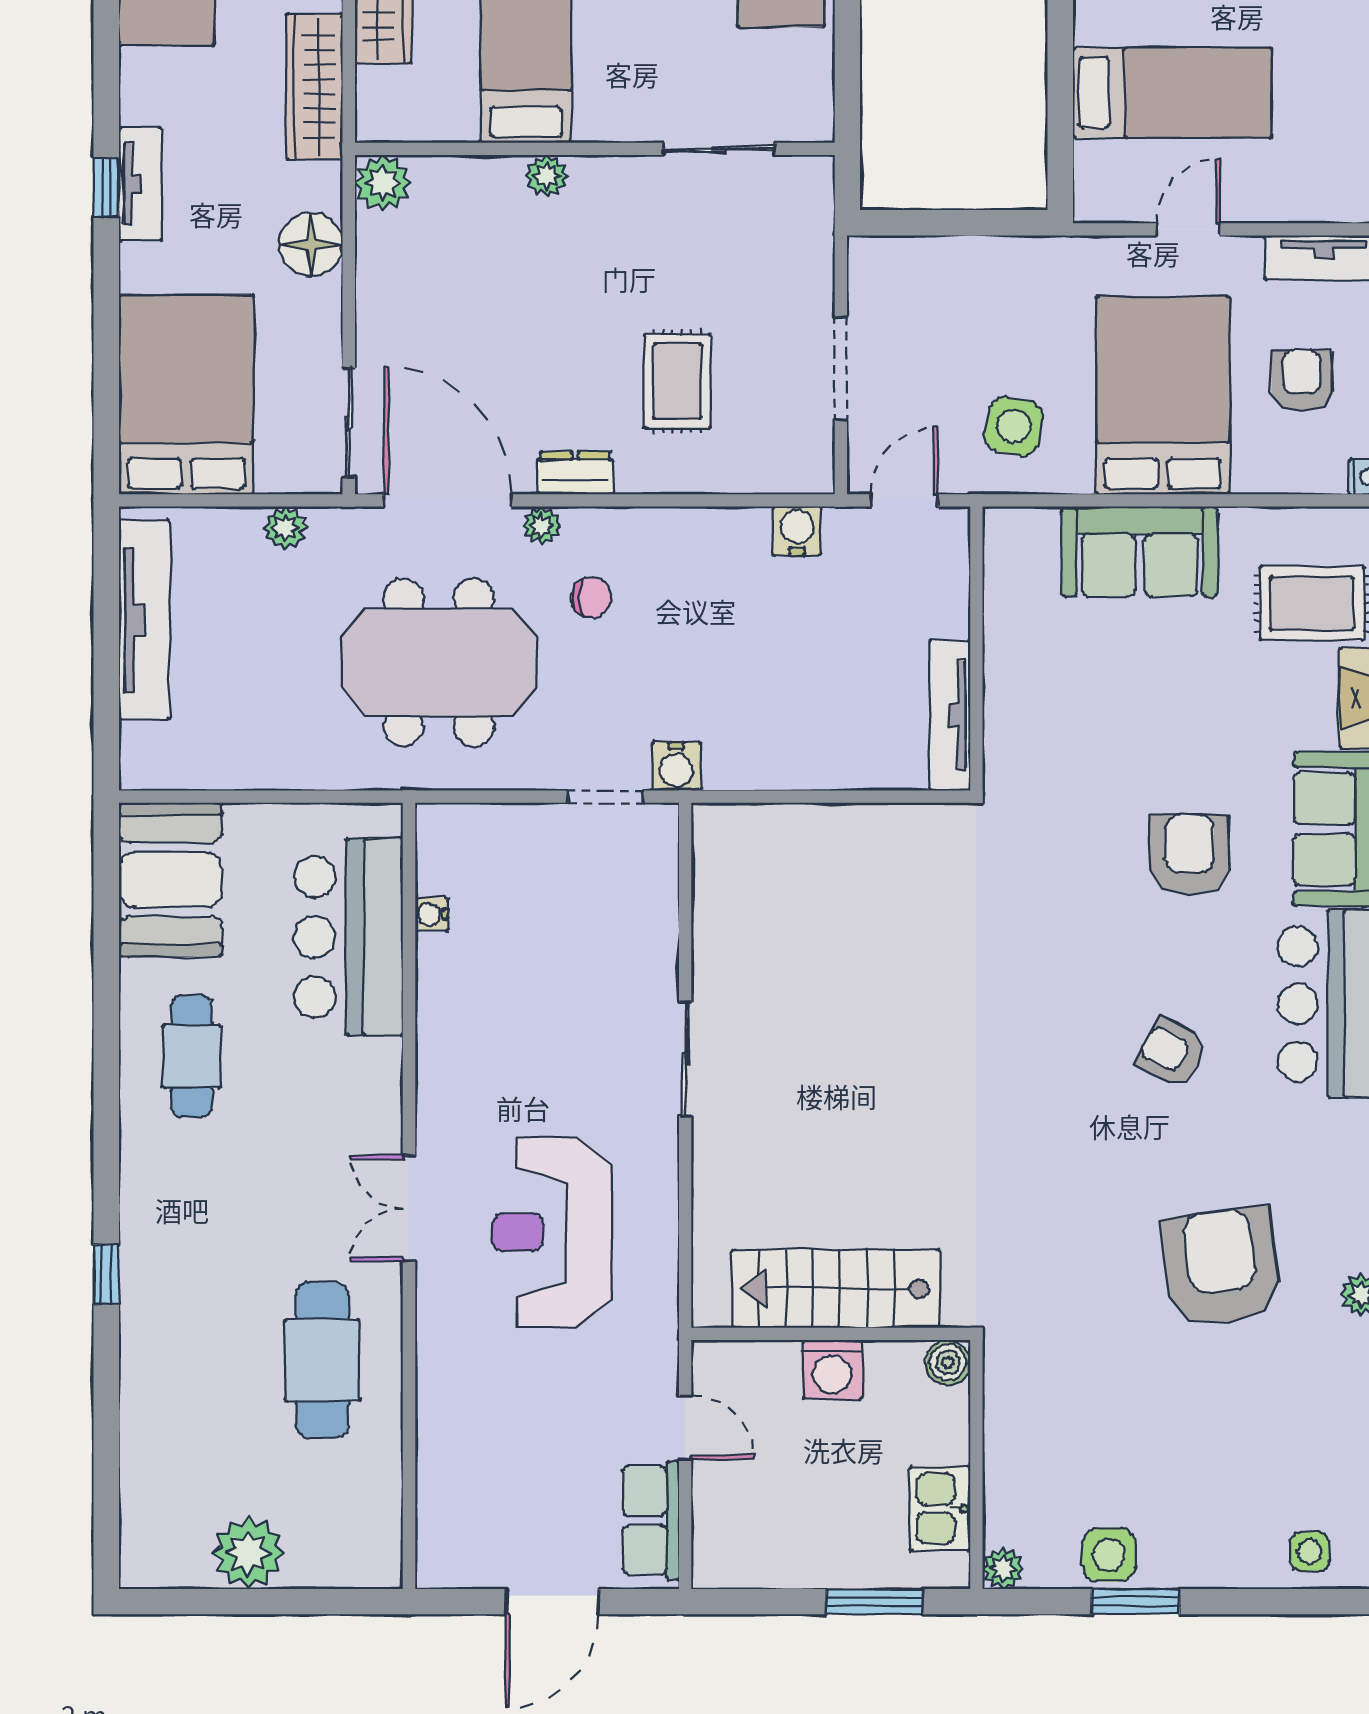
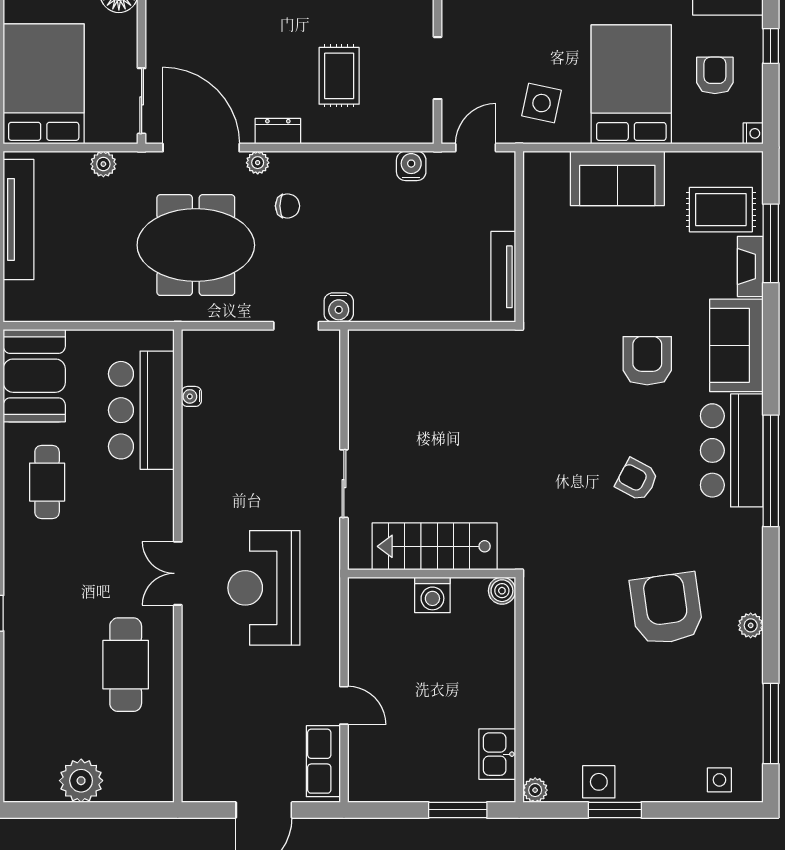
stairs: (836, 1289) -> (435, 546), moved
wall: (831, 1334) -> (432, 573), moved
boiler: (948, 1363) -> (502, 591), moved
washing machine: (832, 1370) -> (432, 595), moved

